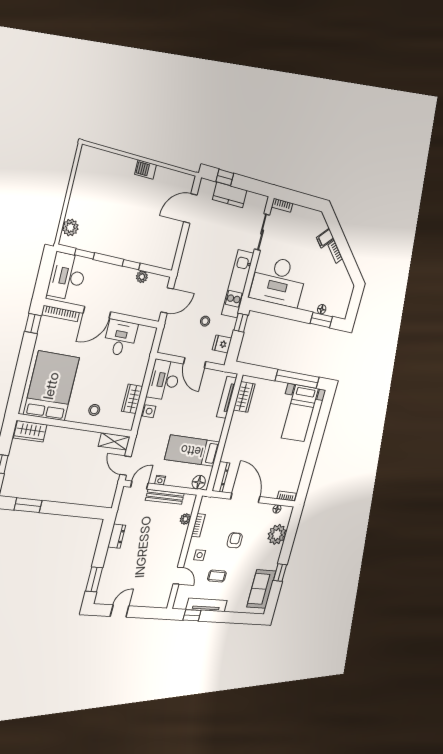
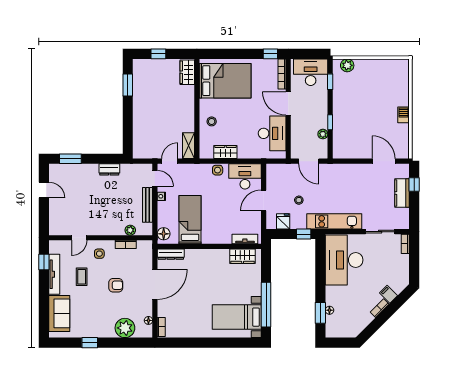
desk: (120, 338) -> (272, 133), width x1.37
tv unit: (227, 397) -> (245, 239), width x0.71
sofa: (261, 589) -> (59, 313), moved, turned 90

